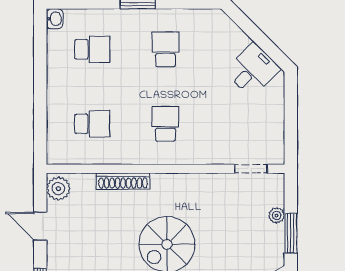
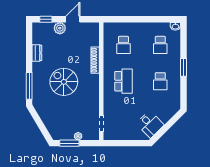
school desk: (165, 49) -> (160, 81), turned 90
school desk: (165, 124) -> (123, 81), width x1.85
plant: (58, 189) -> (60, 28), moved

